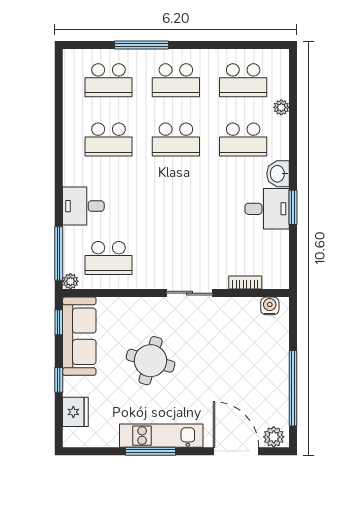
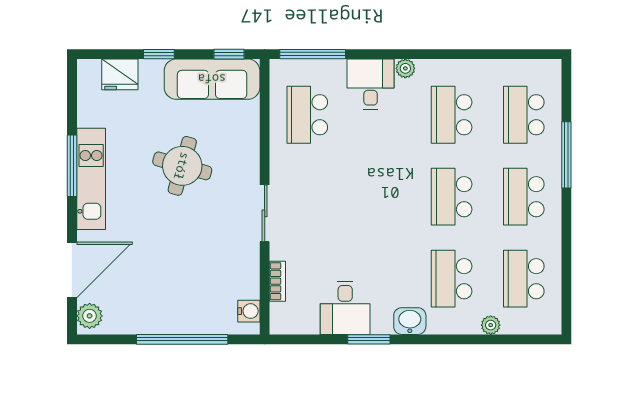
desk: (267, 209) -> (345, 308), moved
plant: (70, 281) -> (405, 68), moved
window: (293, 388) -> (182, 339), moved

